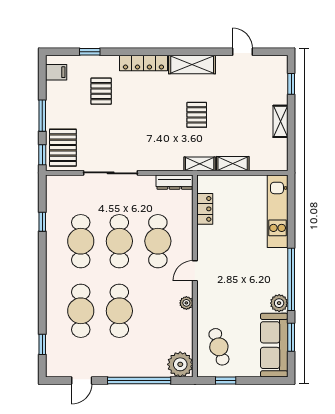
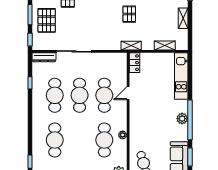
pallet: (63, 148) -> (47, 20), moved
shelving: (233, 164) -> (165, 45), moved
dresser: (175, 182) -> (44, 57), moved
locker: (205, 209) -> (134, 63), moved
door: (195, 271) -> (128, 93), moved
plant: (279, 303) -> (182, 119), moved
cafe table: (119, 311) -> (104, 140), moved

